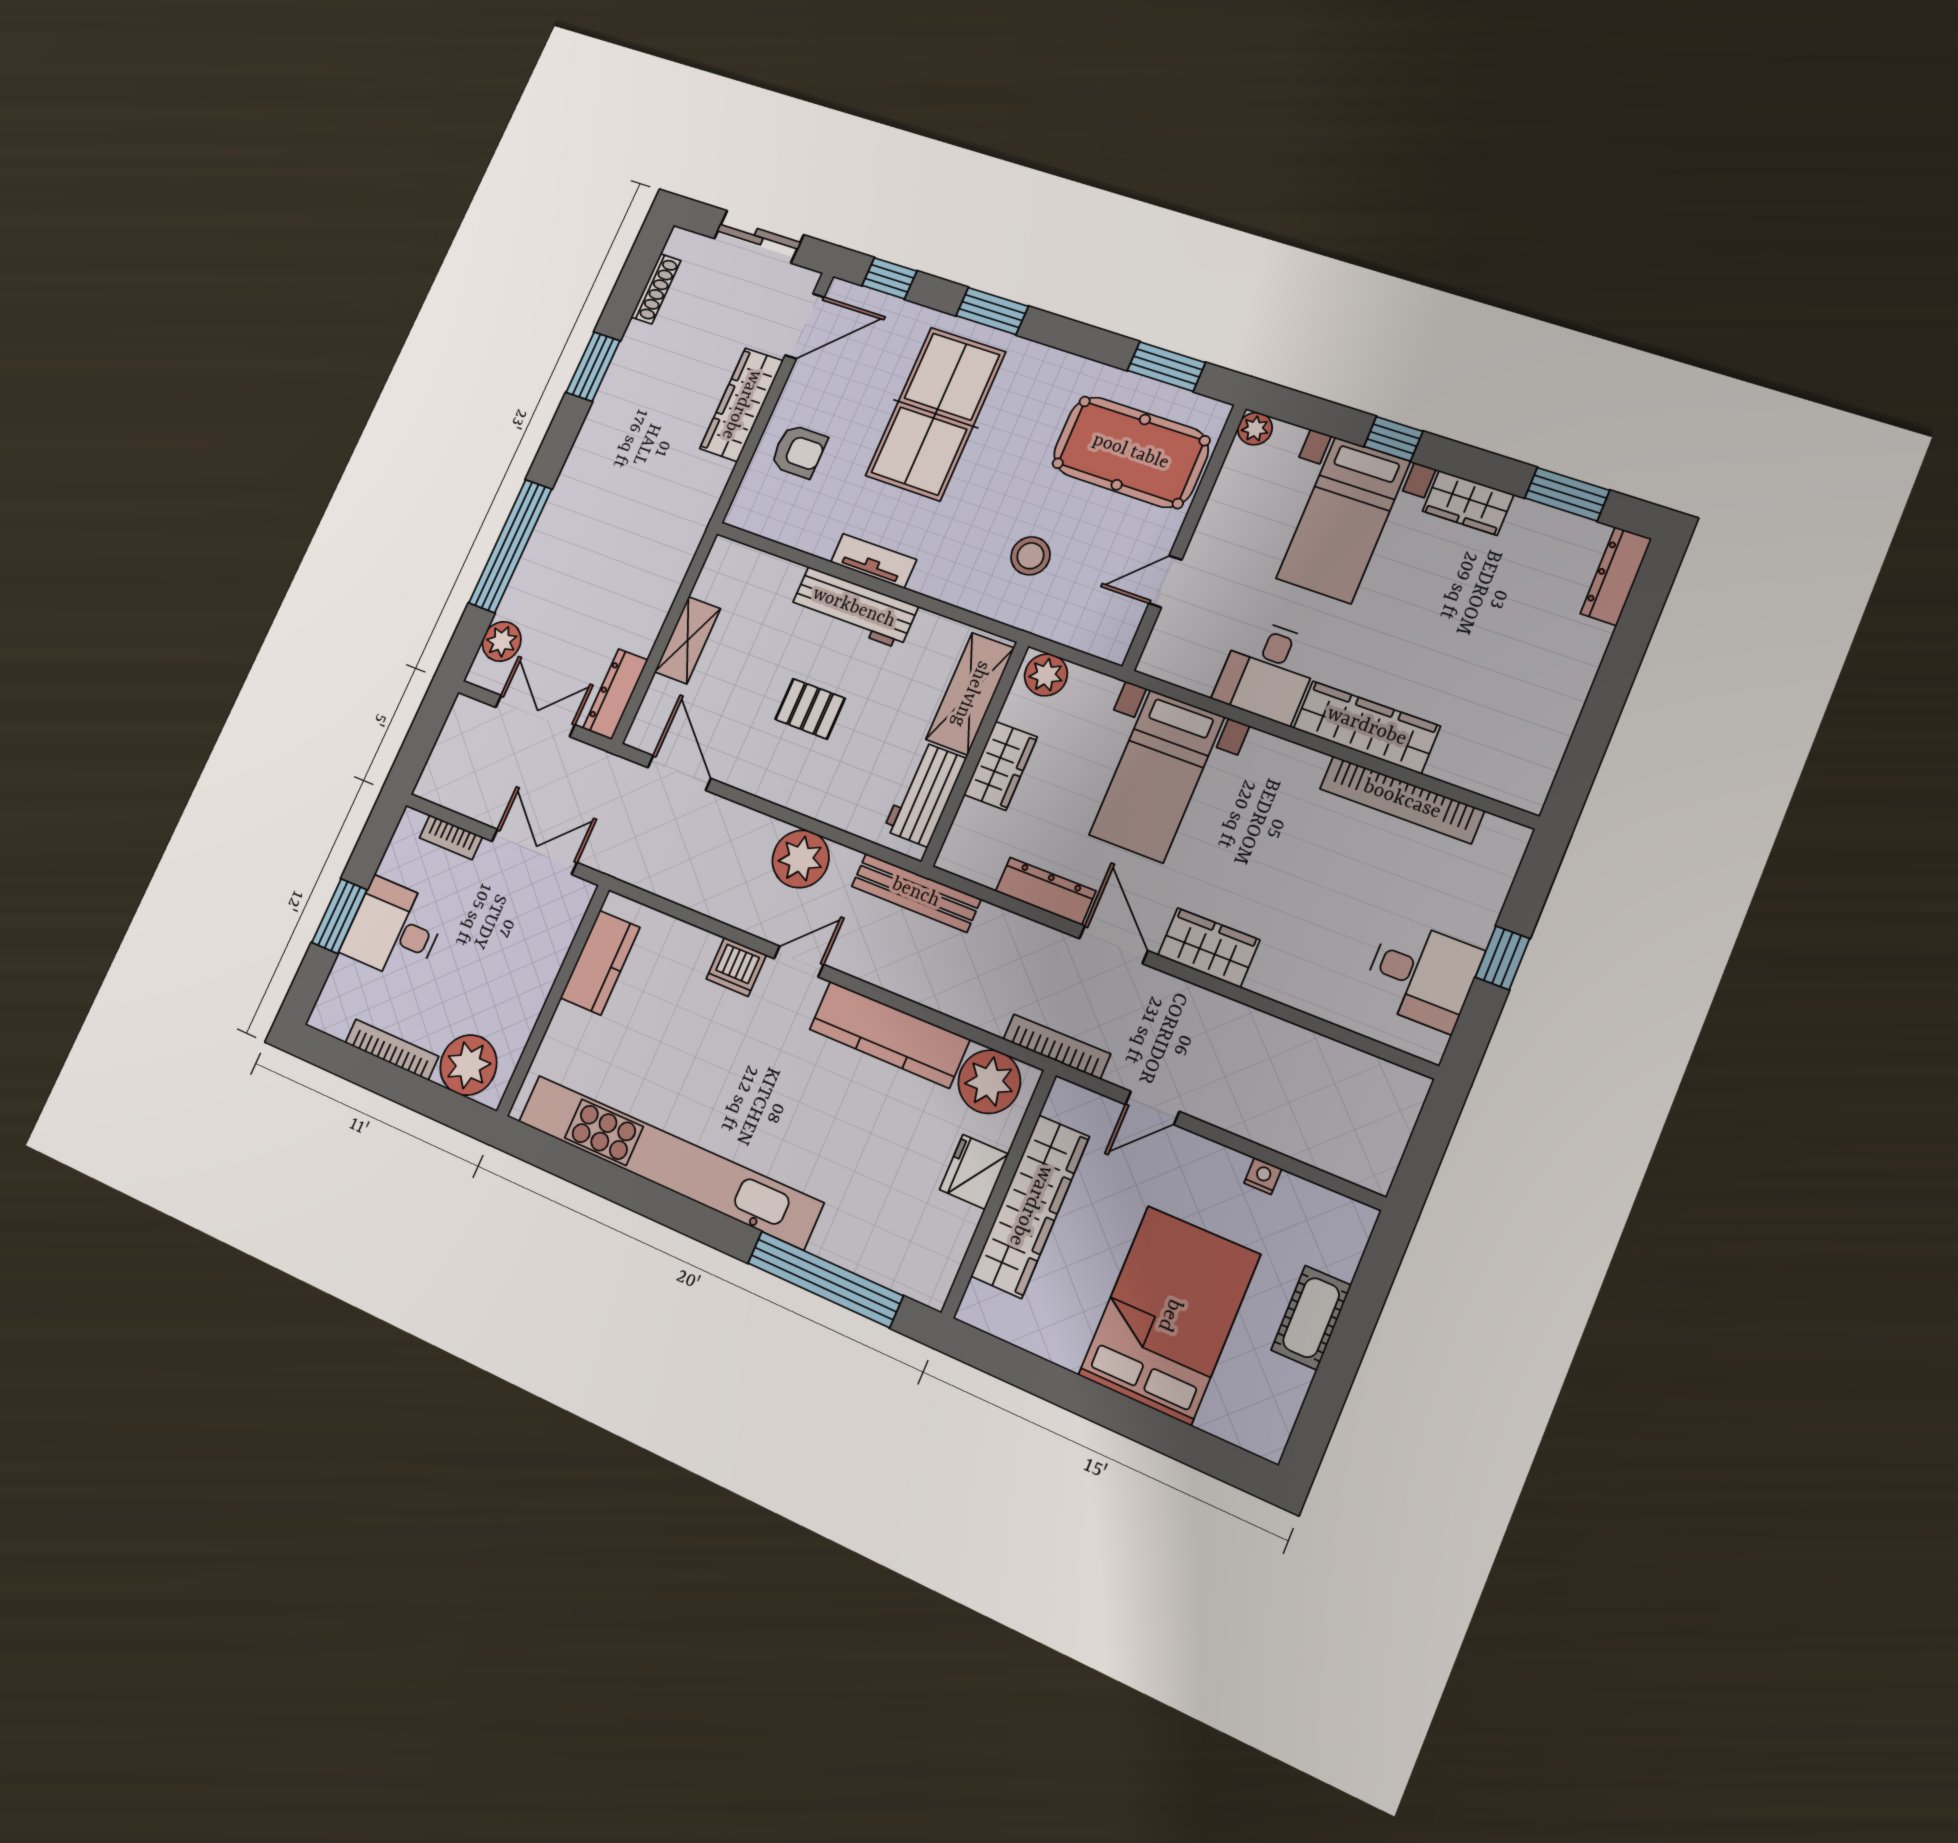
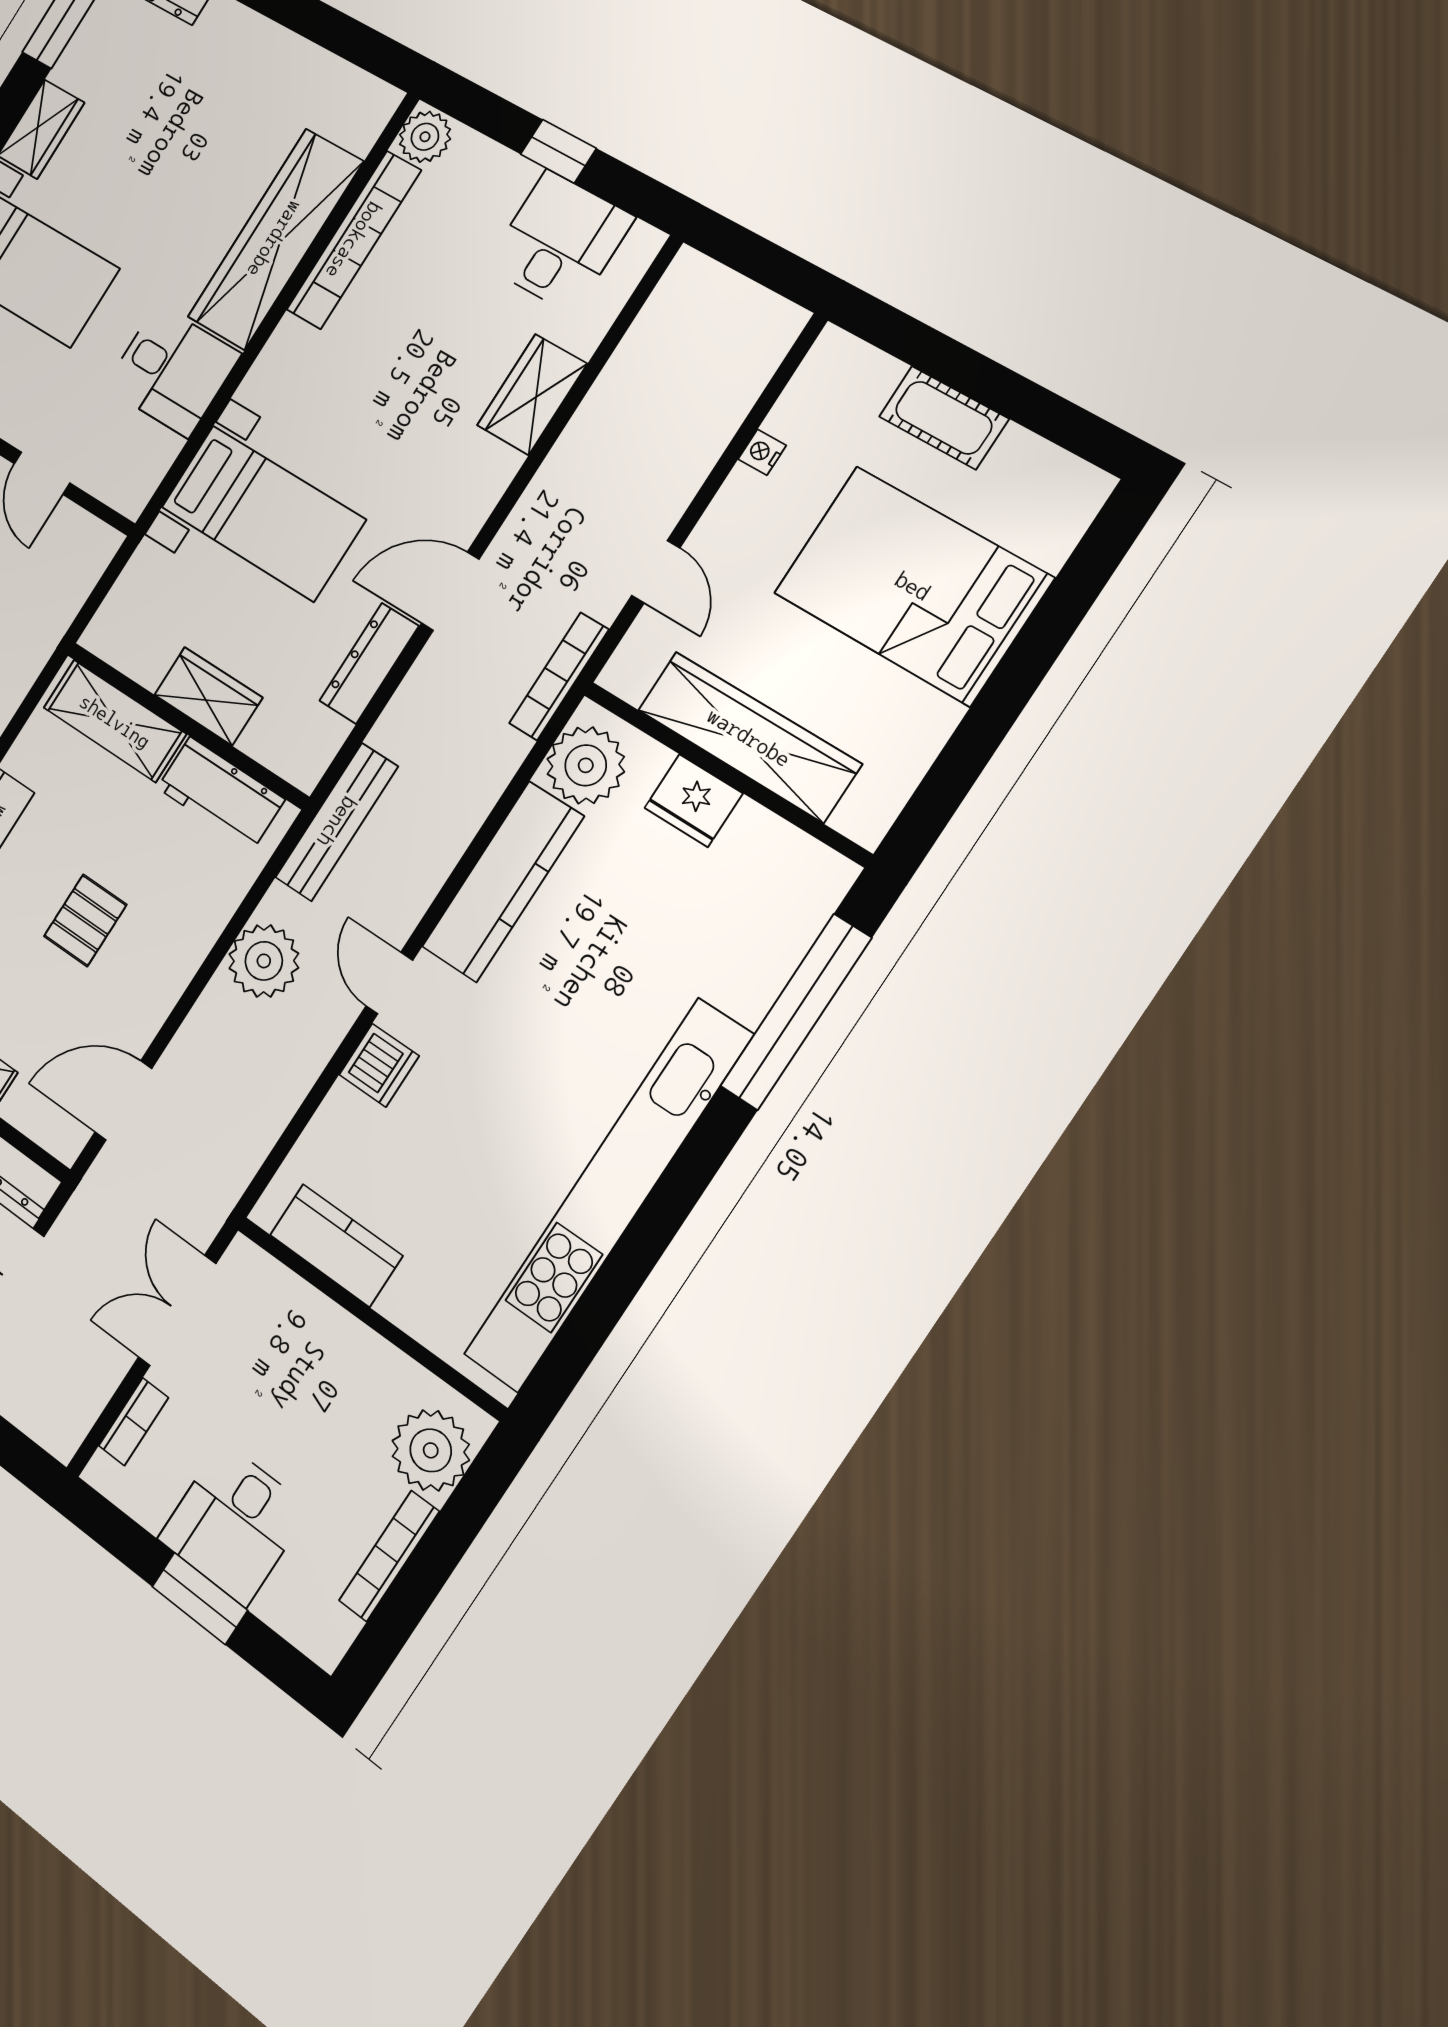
plant: (1046, 675) -> (425, 137), moved
wardrobe: (1367, 727) -> (275, 239), width x1.40, depth x1.17
wardrobe: (1209, 948) -> (532, 395), moved

